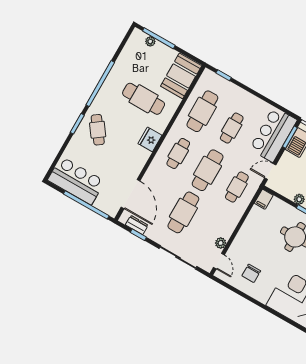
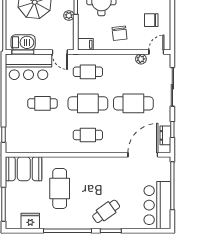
plant: (150, 41) -> (10, 210), removed
cafe table: (202, 111) -> (42, 135), removed
fridge: (150, 139) -> (30, 221), moved, turned 180
chair: (256, 237) -> (120, 33), added
chair: (251, 273) -> (151, 20), turned 180

